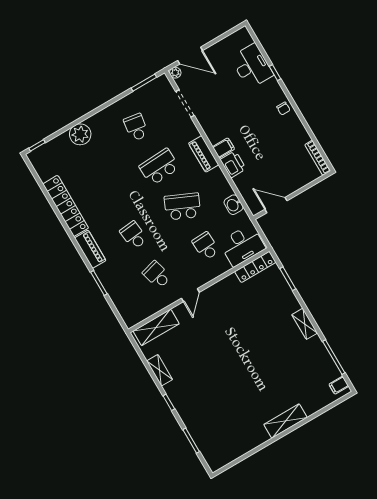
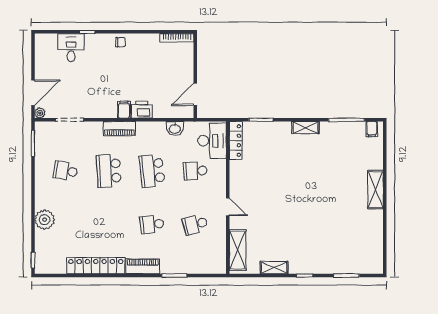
desk: (252, 66) -> (71, 48), width x0.73
school desk: (183, 206) -> (152, 171), turned -30

